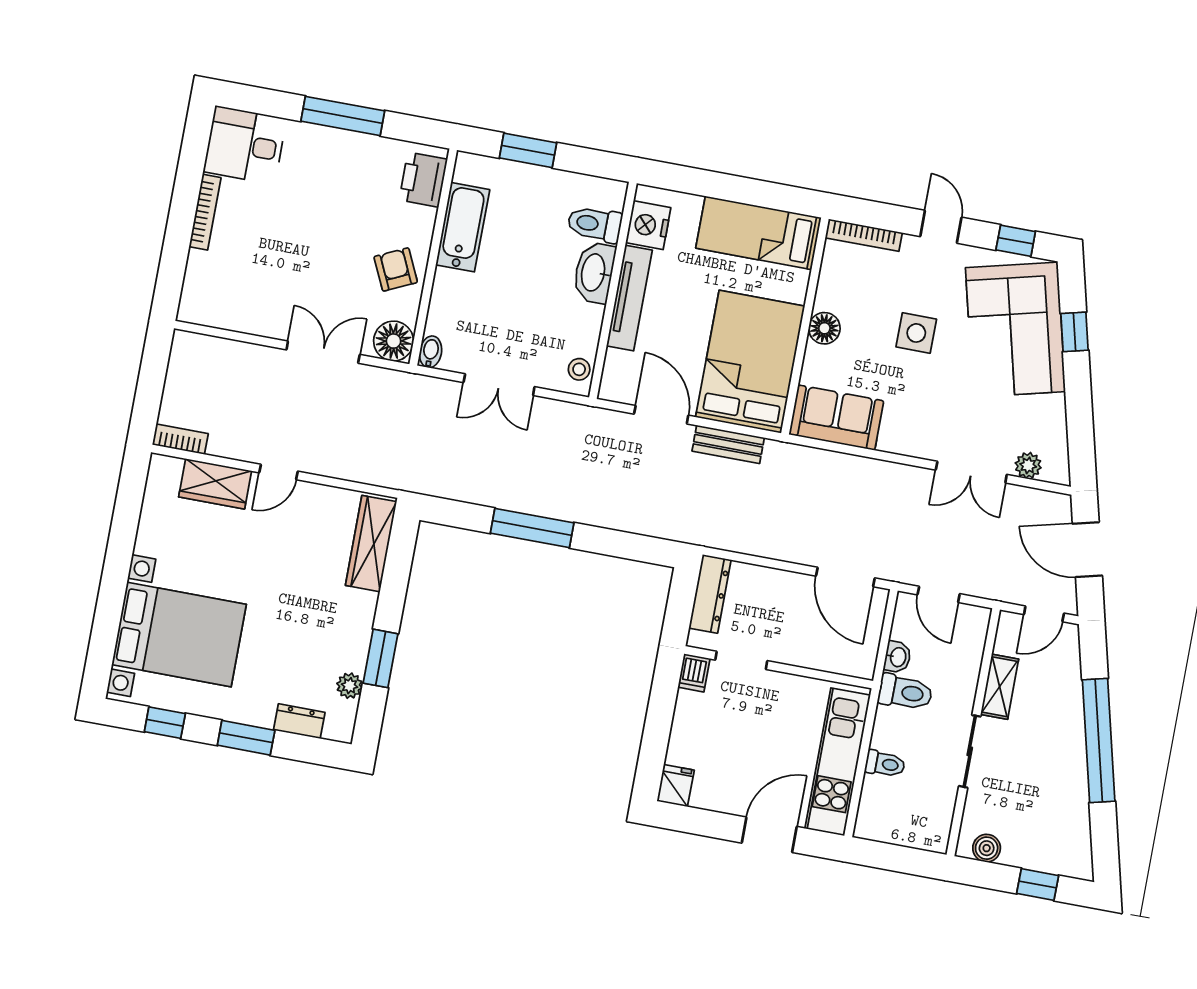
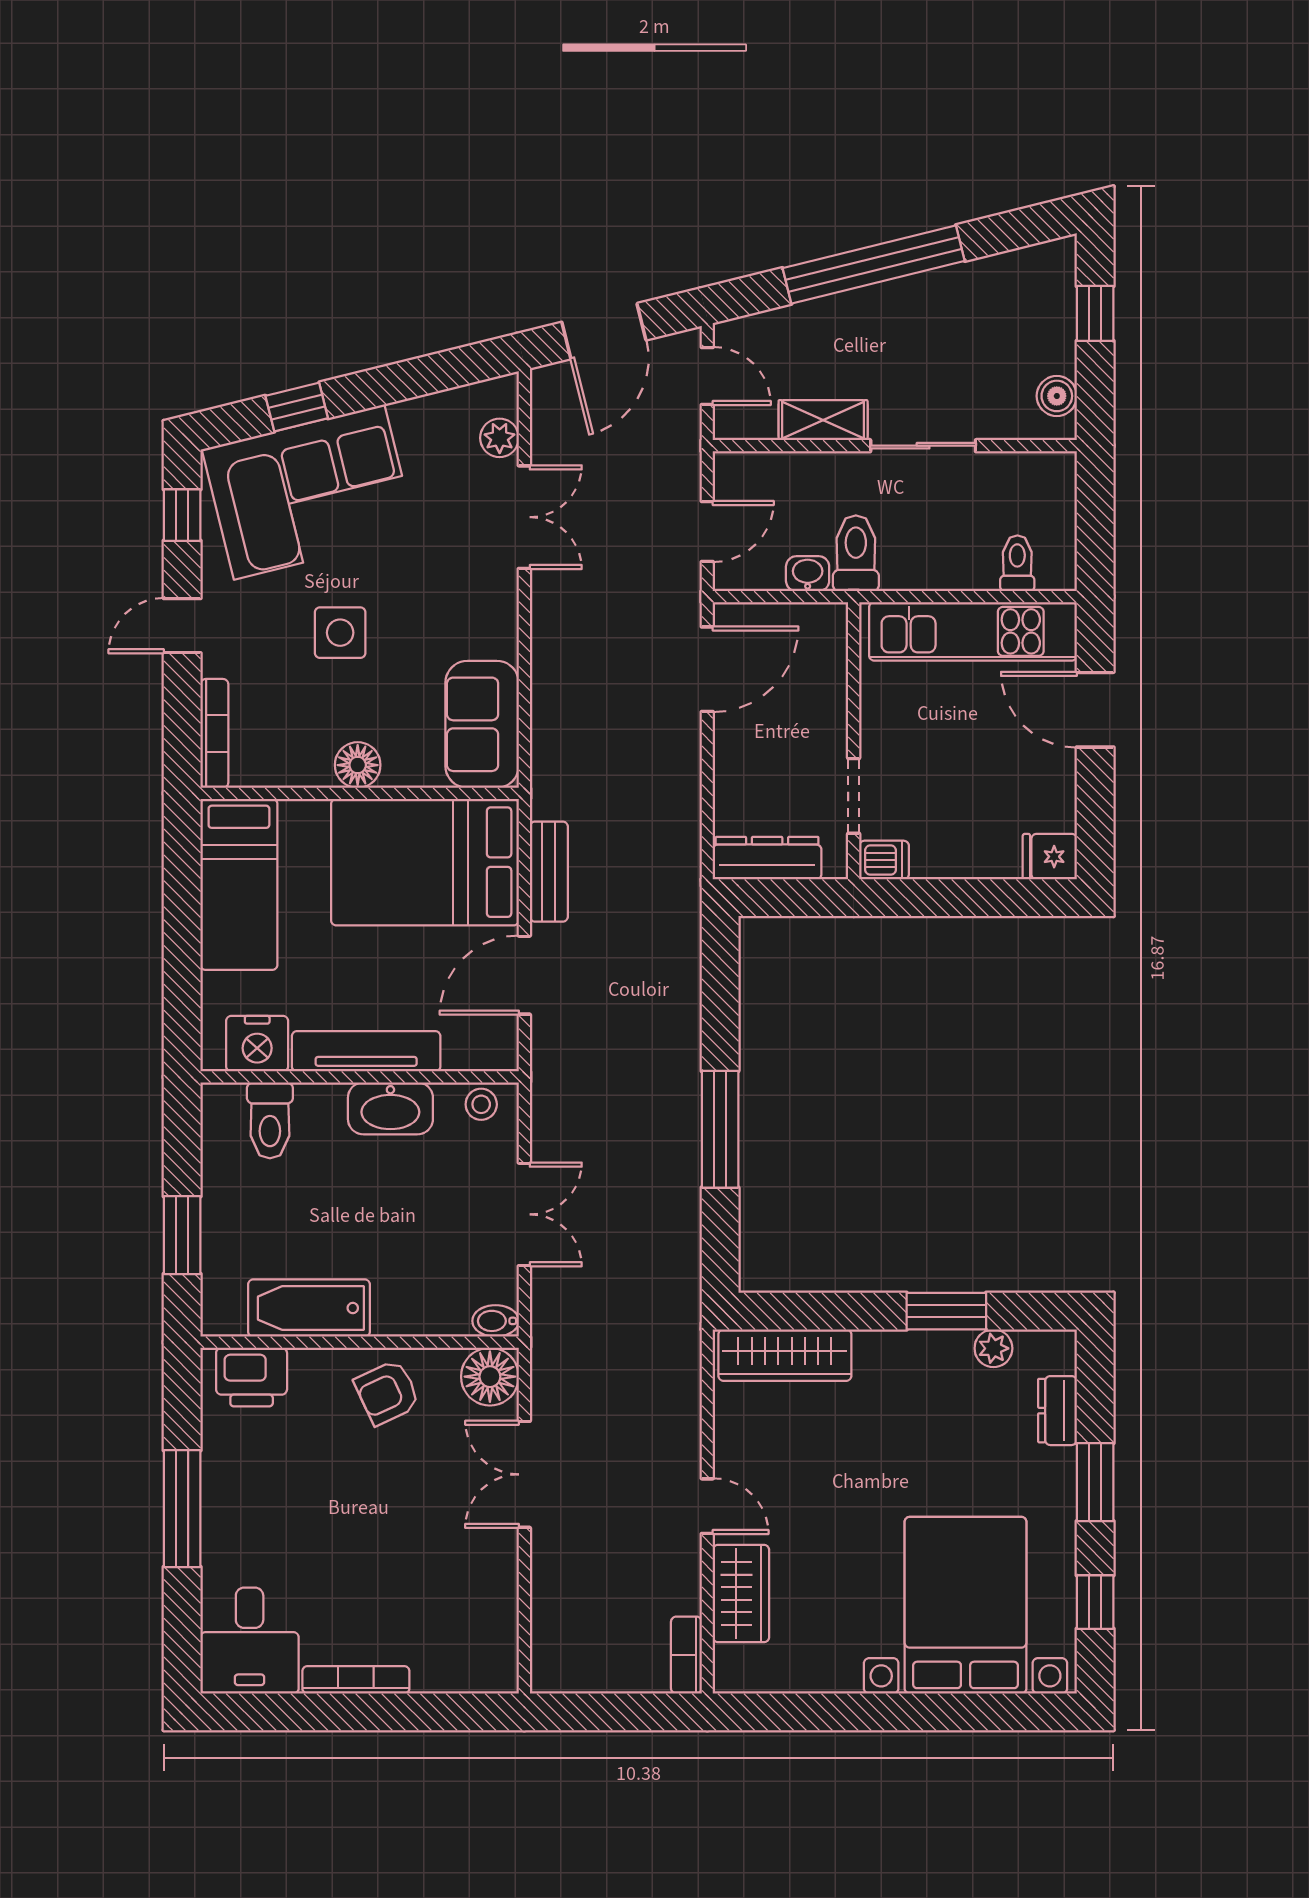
washbasin: (594, 273) -> (390, 1108), moved
toilet: (885, 764) -> (1017, 563), moved

